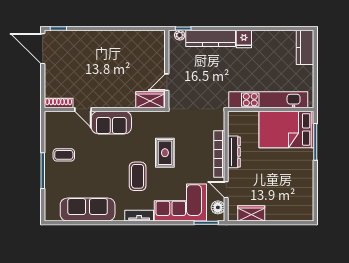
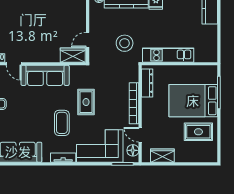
stool: (208, 86) -> (125, 43), added
kitchen unit: (268, 100) -> (168, 55), width x0.73
sofa: (111, 123) -> (45, 75), width x1.36
bed: (286, 129) -> (193, 101), moved
dresser: (234, 152) -> (147, 83), moved
rug: (292, 186) -> (198, 132), added

